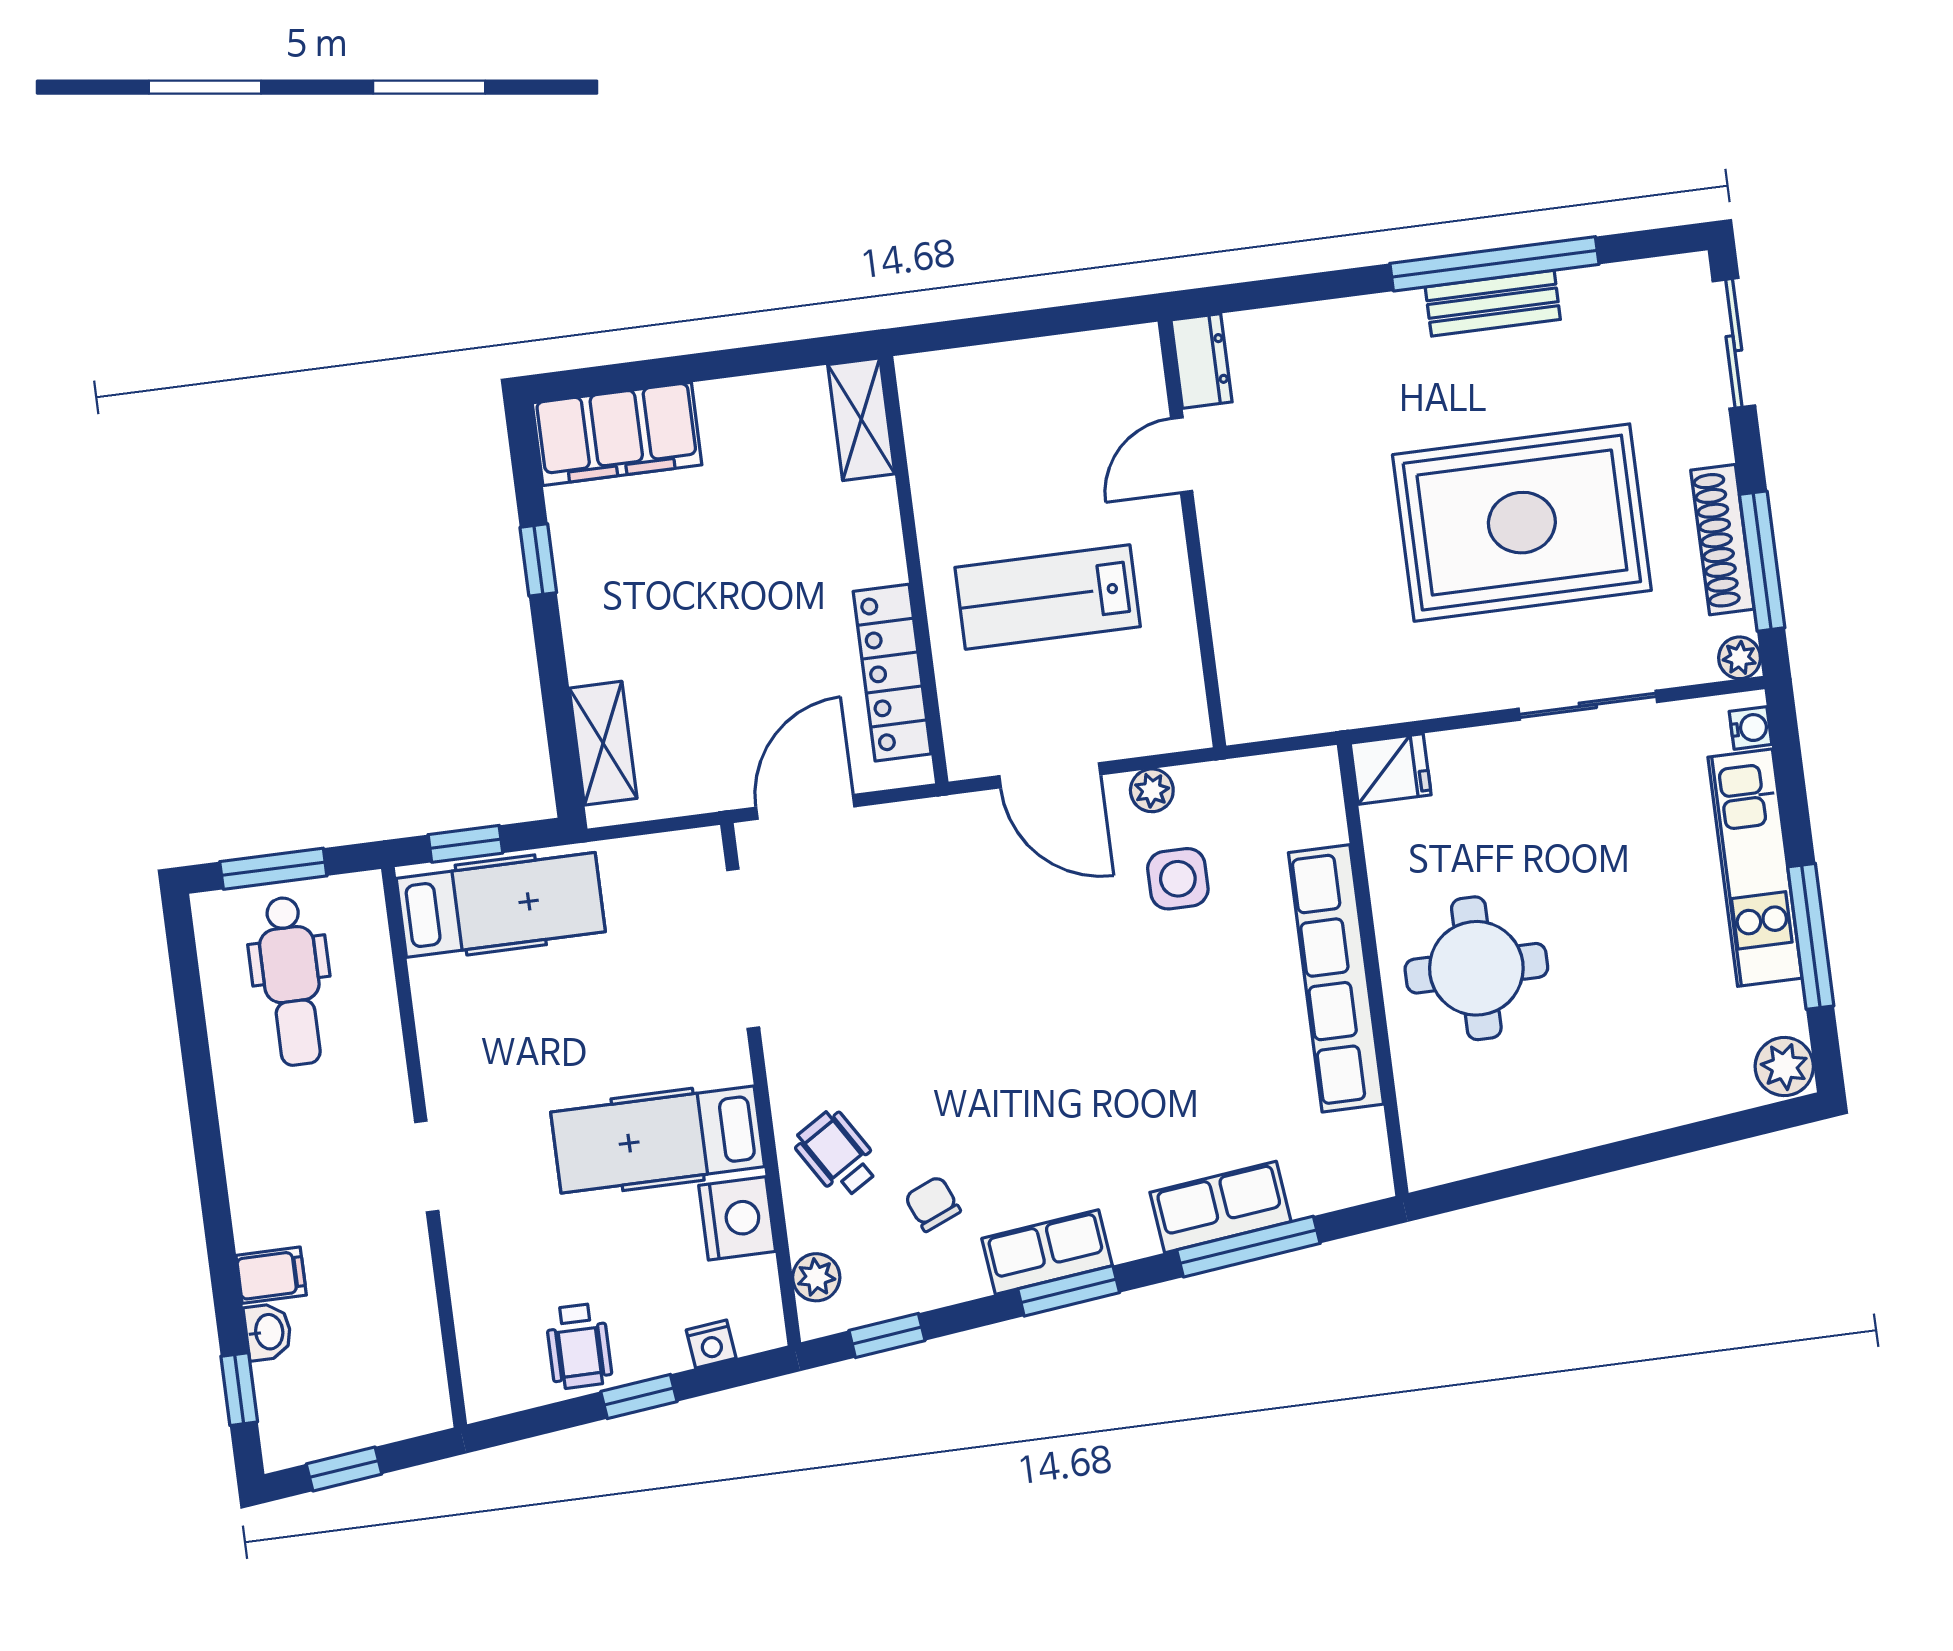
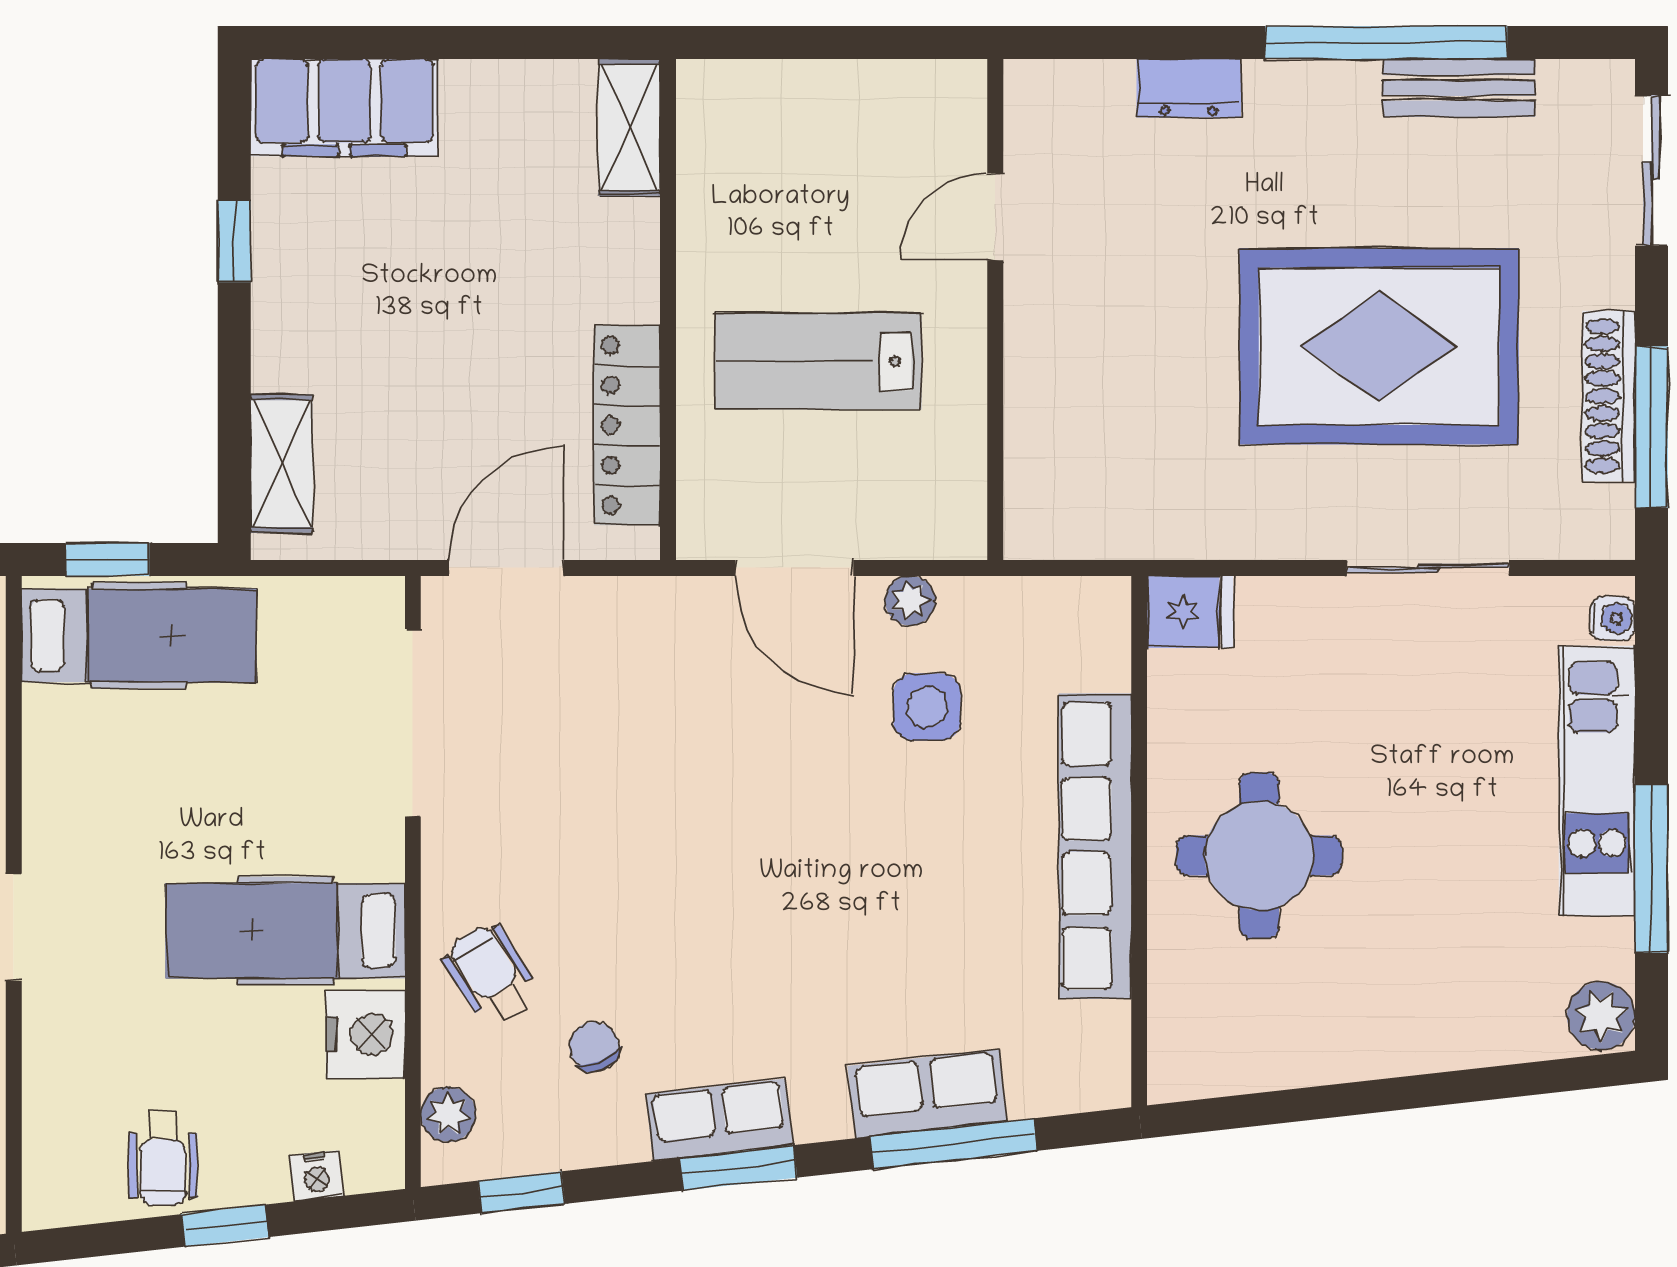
bench: (1493, 303) -> (1459, 88), moved
dresser: (1202, 361) -> (1189, 88), moved, turned 90
plant: (1740, 658) -> (1611, 536), removed

